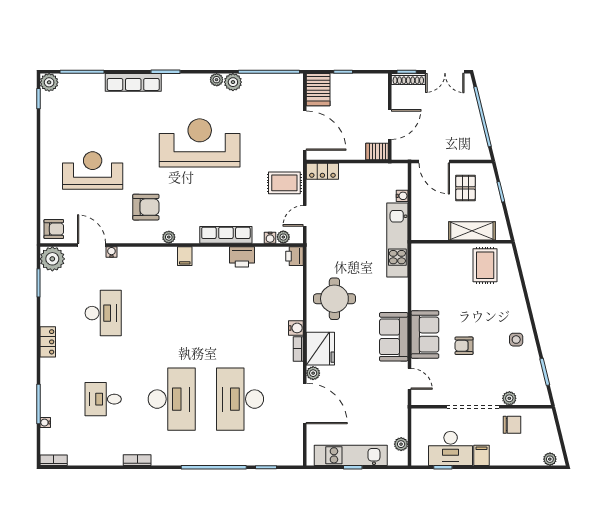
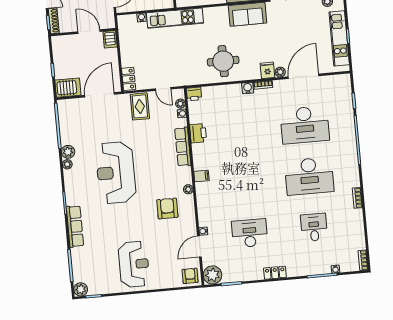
reception desk: (93, 170) -> (134, 264), moved, turned 180
fridge: (320, 349) -> (267, 70), width x0.53, depth x0.75
desk: (103, 399) -> (314, 227), turned 180
desk: (172, 399) -> (309, 176), turned 180

